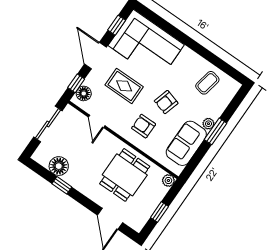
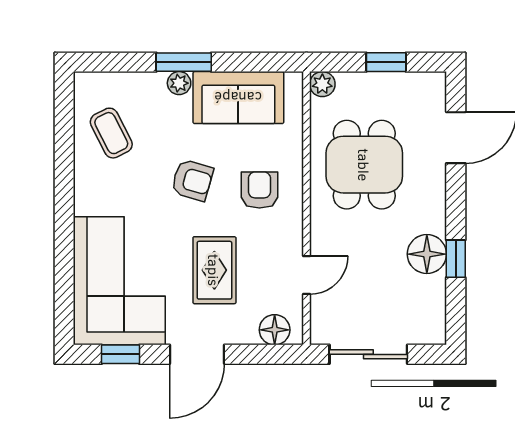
window: (76, 83) -> (266, 354), removed
coffee table: (207, 83) -> (111, 133), turned 52
armchair: (144, 126) -> (259, 190), turned 180
floor lamp: (59, 166) -> (427, 254), moved
dining table: (125, 175) -> (364, 165), turned 90

